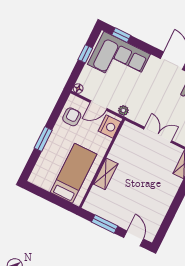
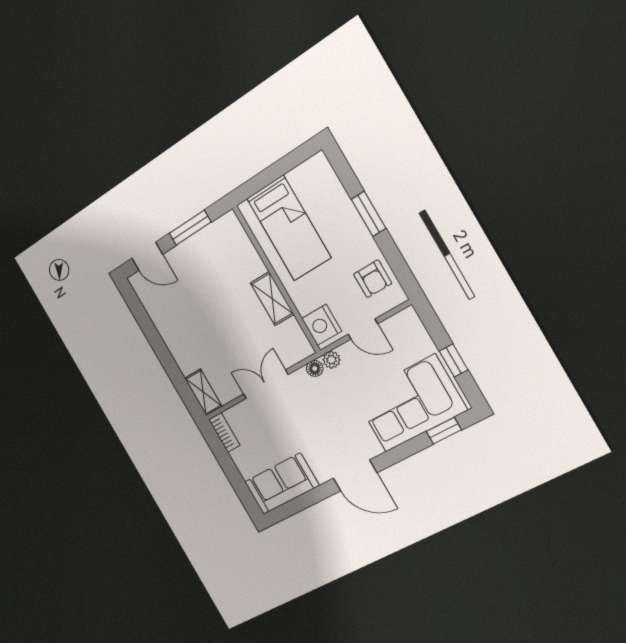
floor lamp: (78, 89) -> (315, 368), moved
door: (98, 106) -> (363, 329), swing flipped
double door: (158, 135) -> (266, 384), swing flipped
shelving: (106, 174) -> (272, 299), moved

